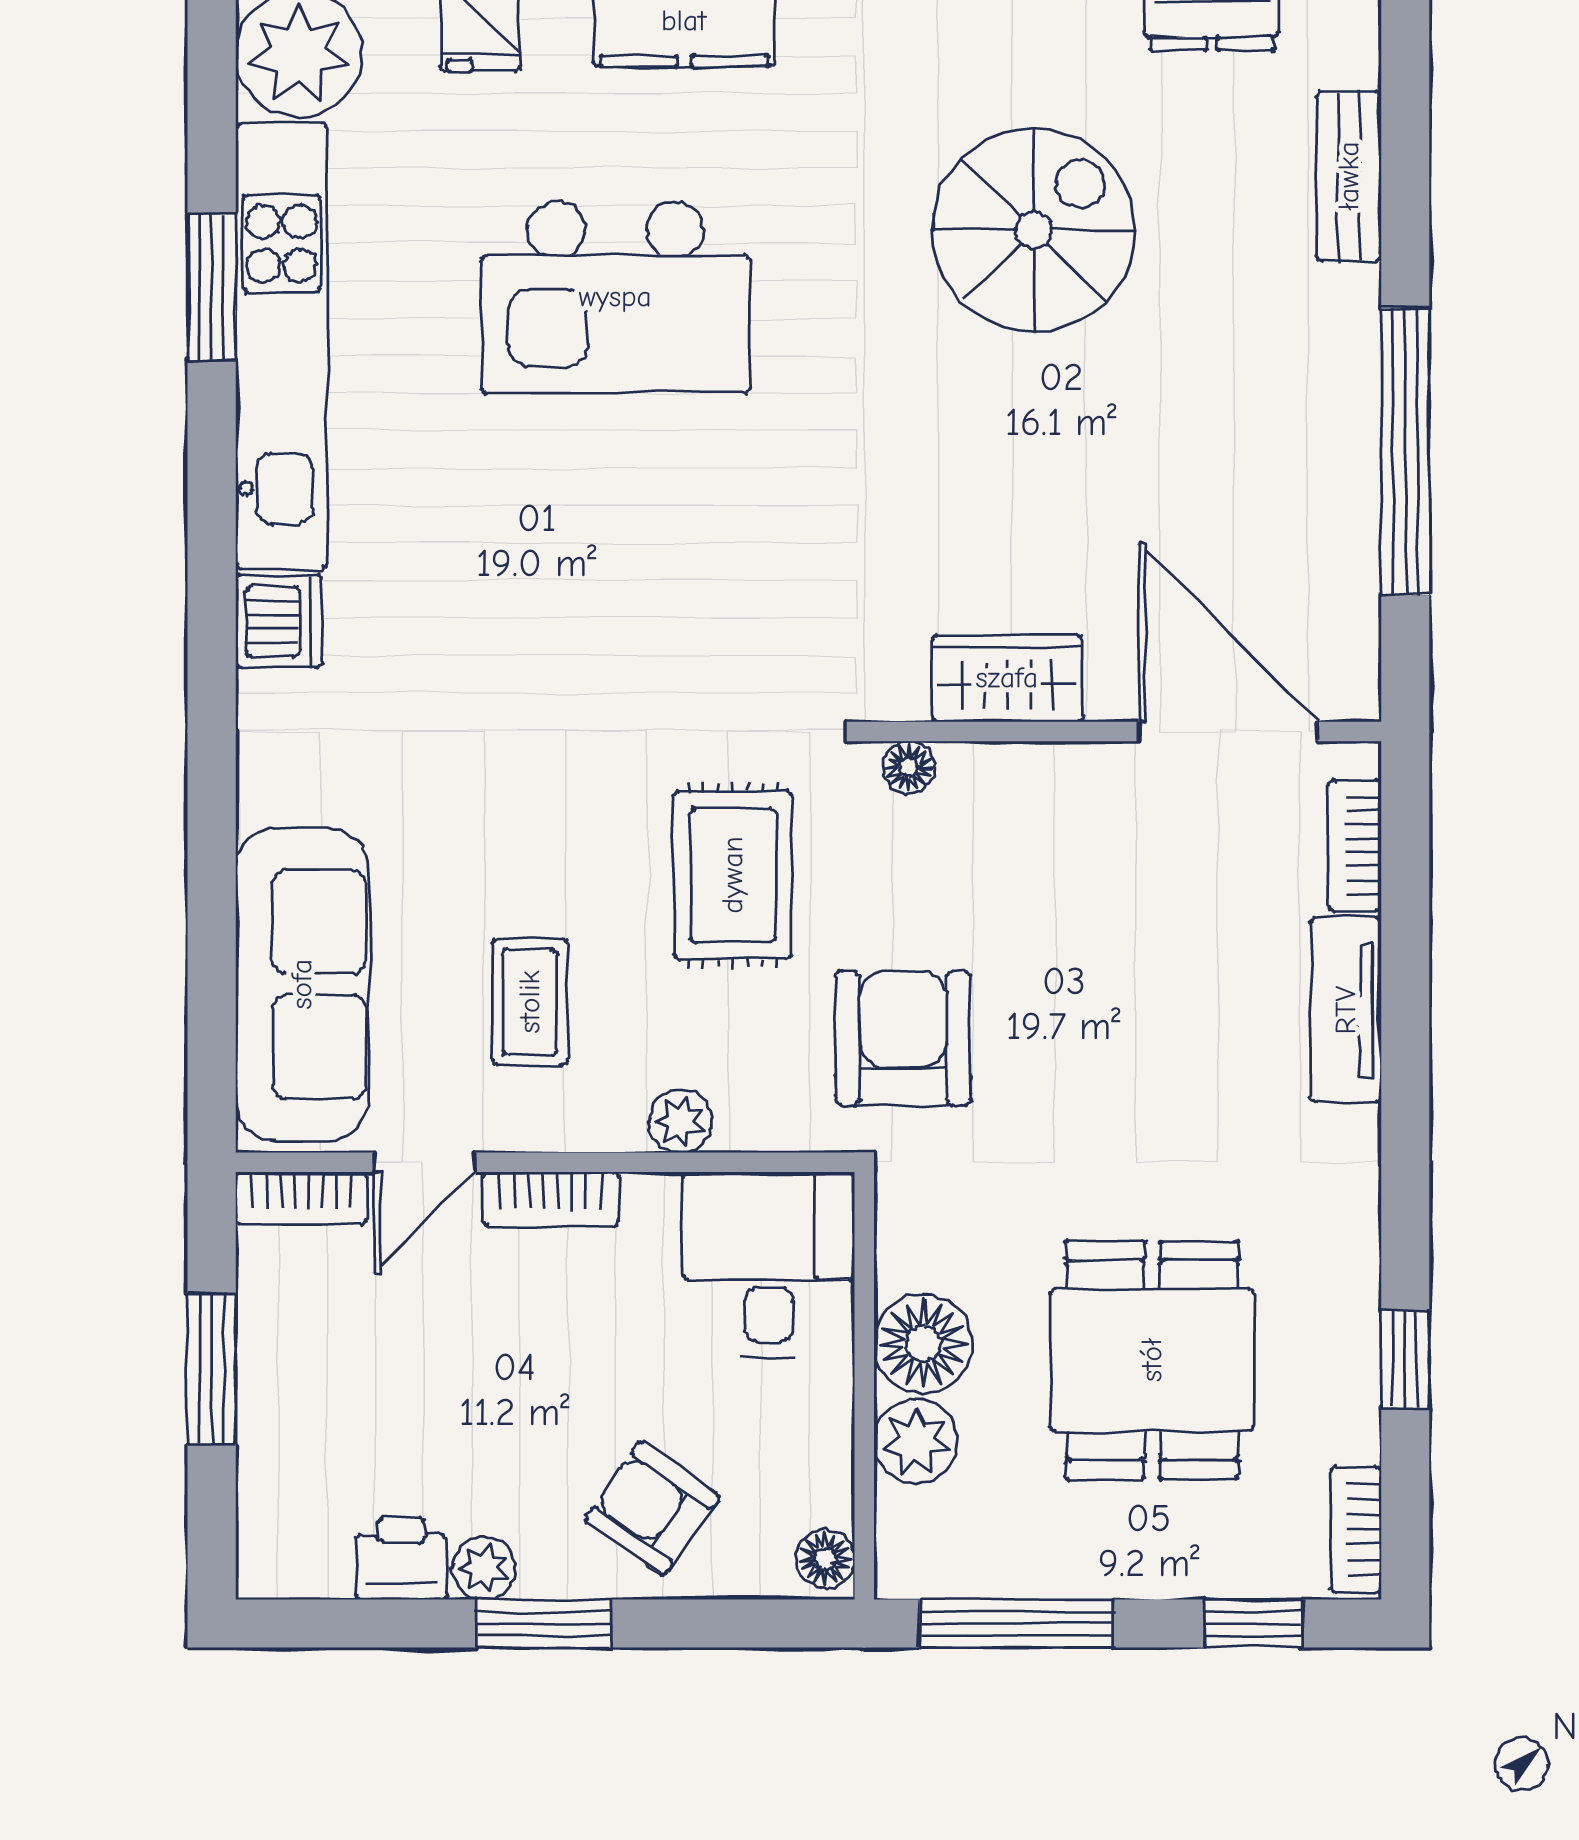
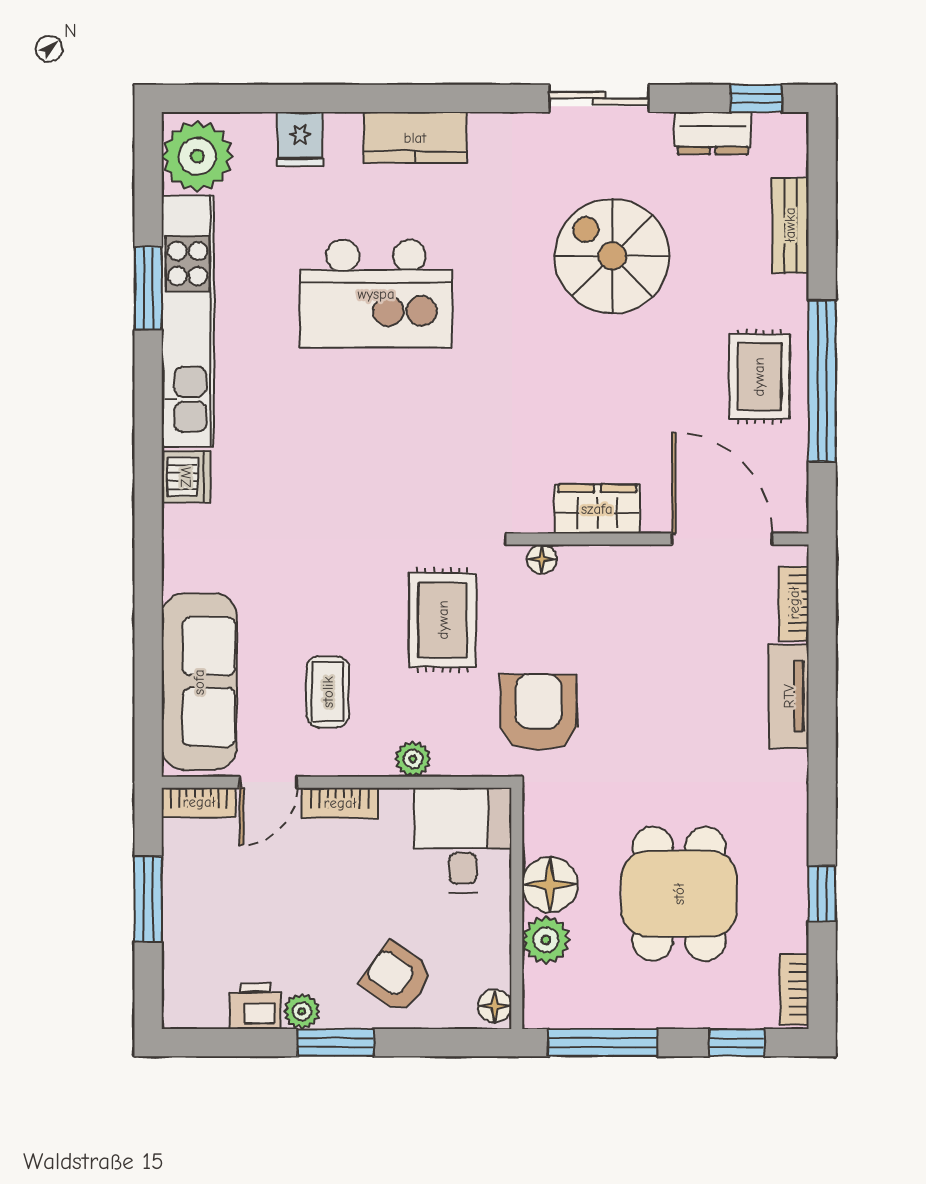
spiral stairs: (1034, 230) -> (612, 256), turned -90
rug: (1294, 444) -> (759, 377), added

